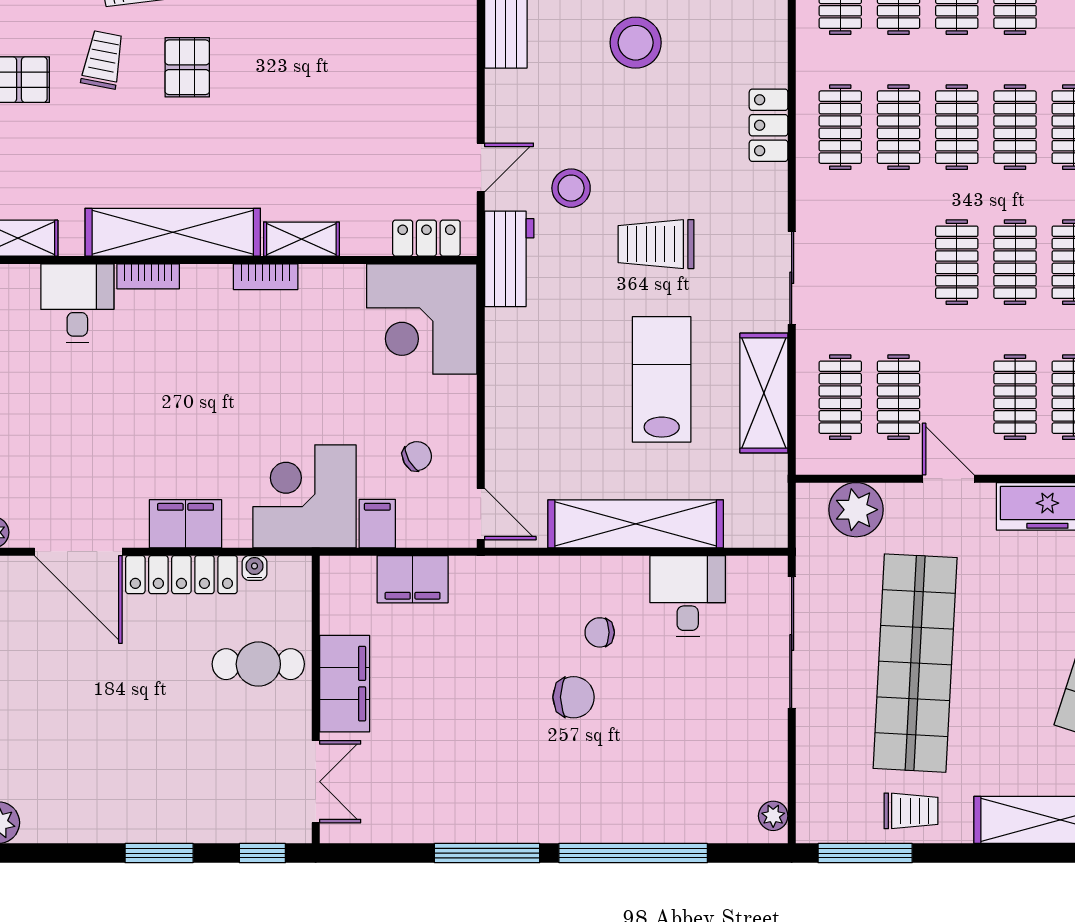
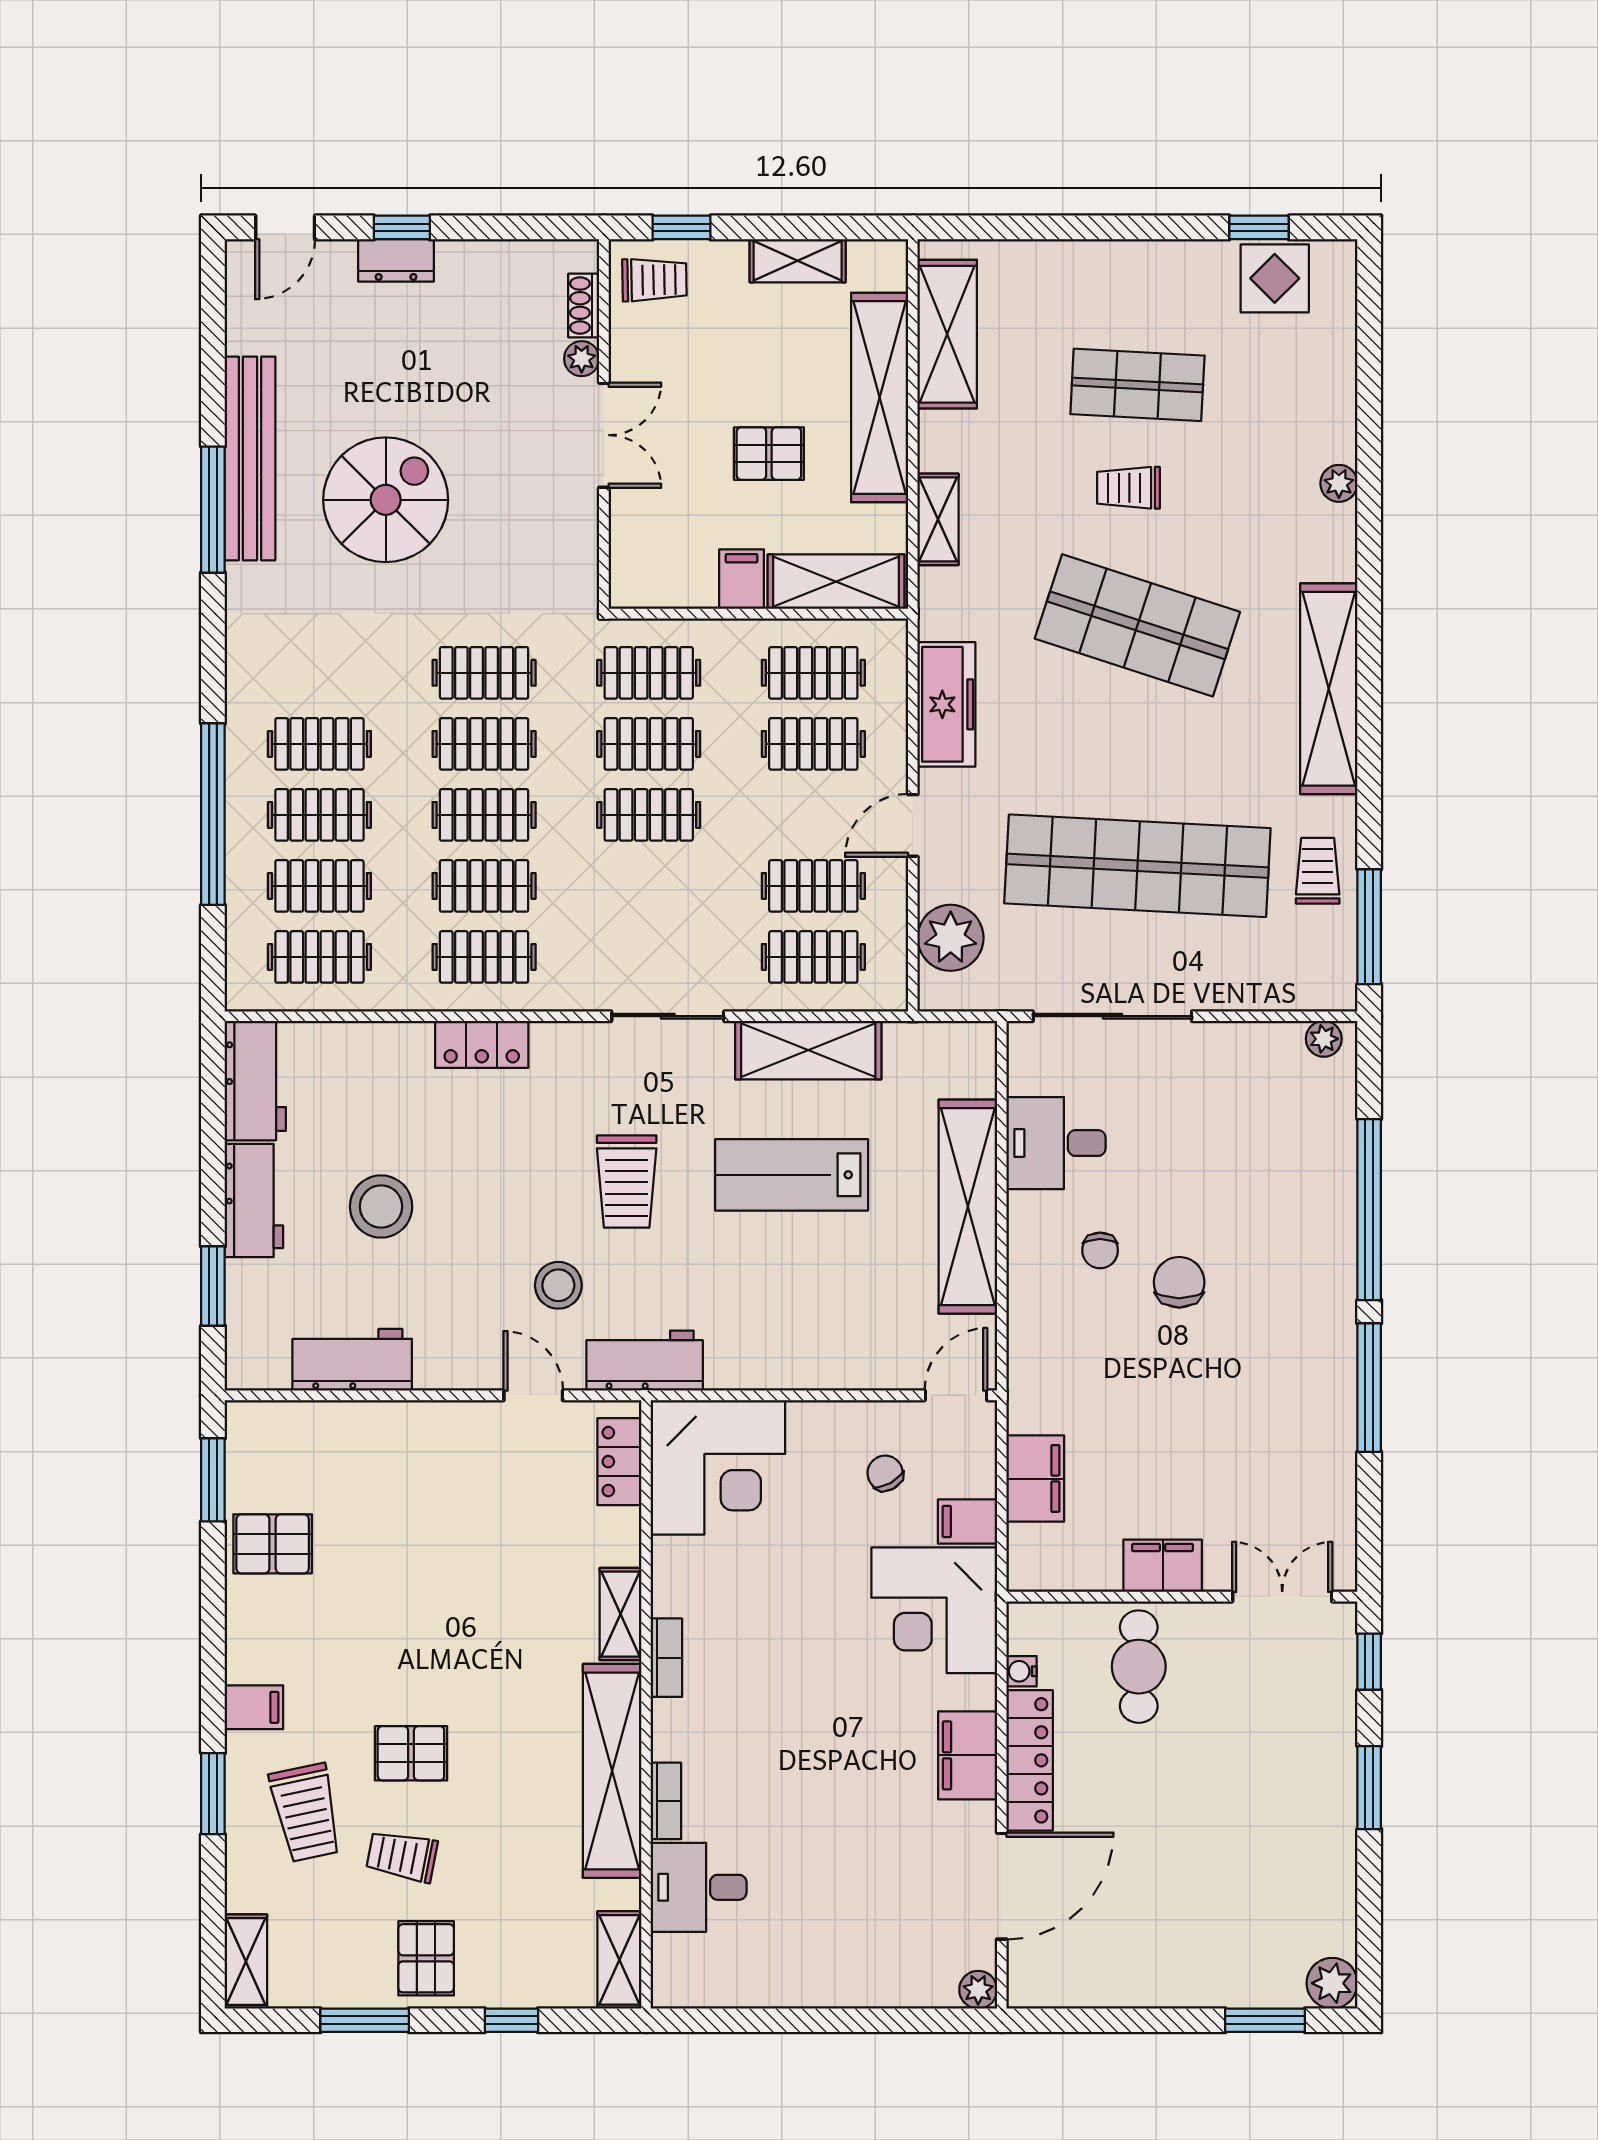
filing cabinet: (345, 684) -> (1163, 1566), width x0.67, depth x0.86

